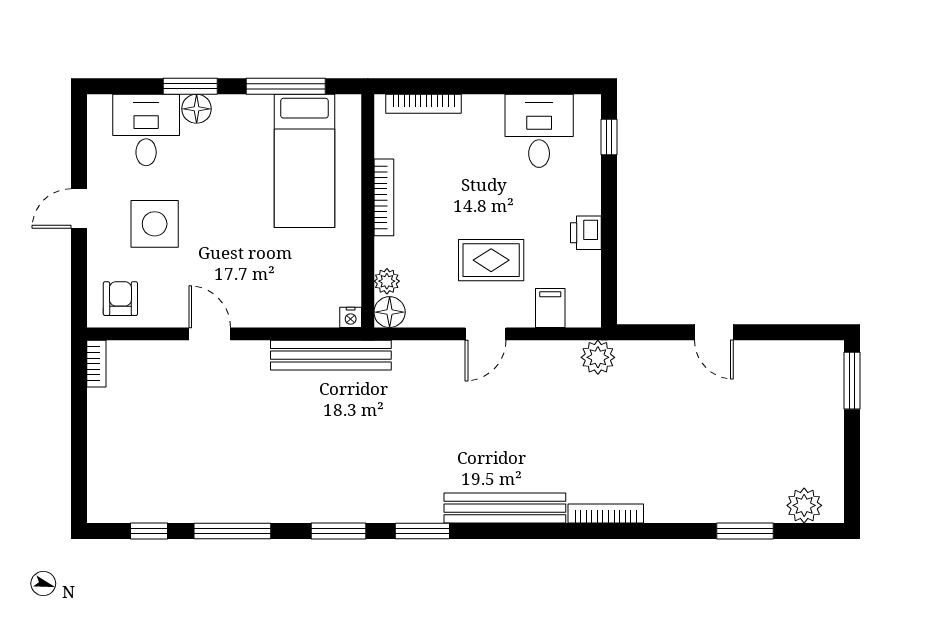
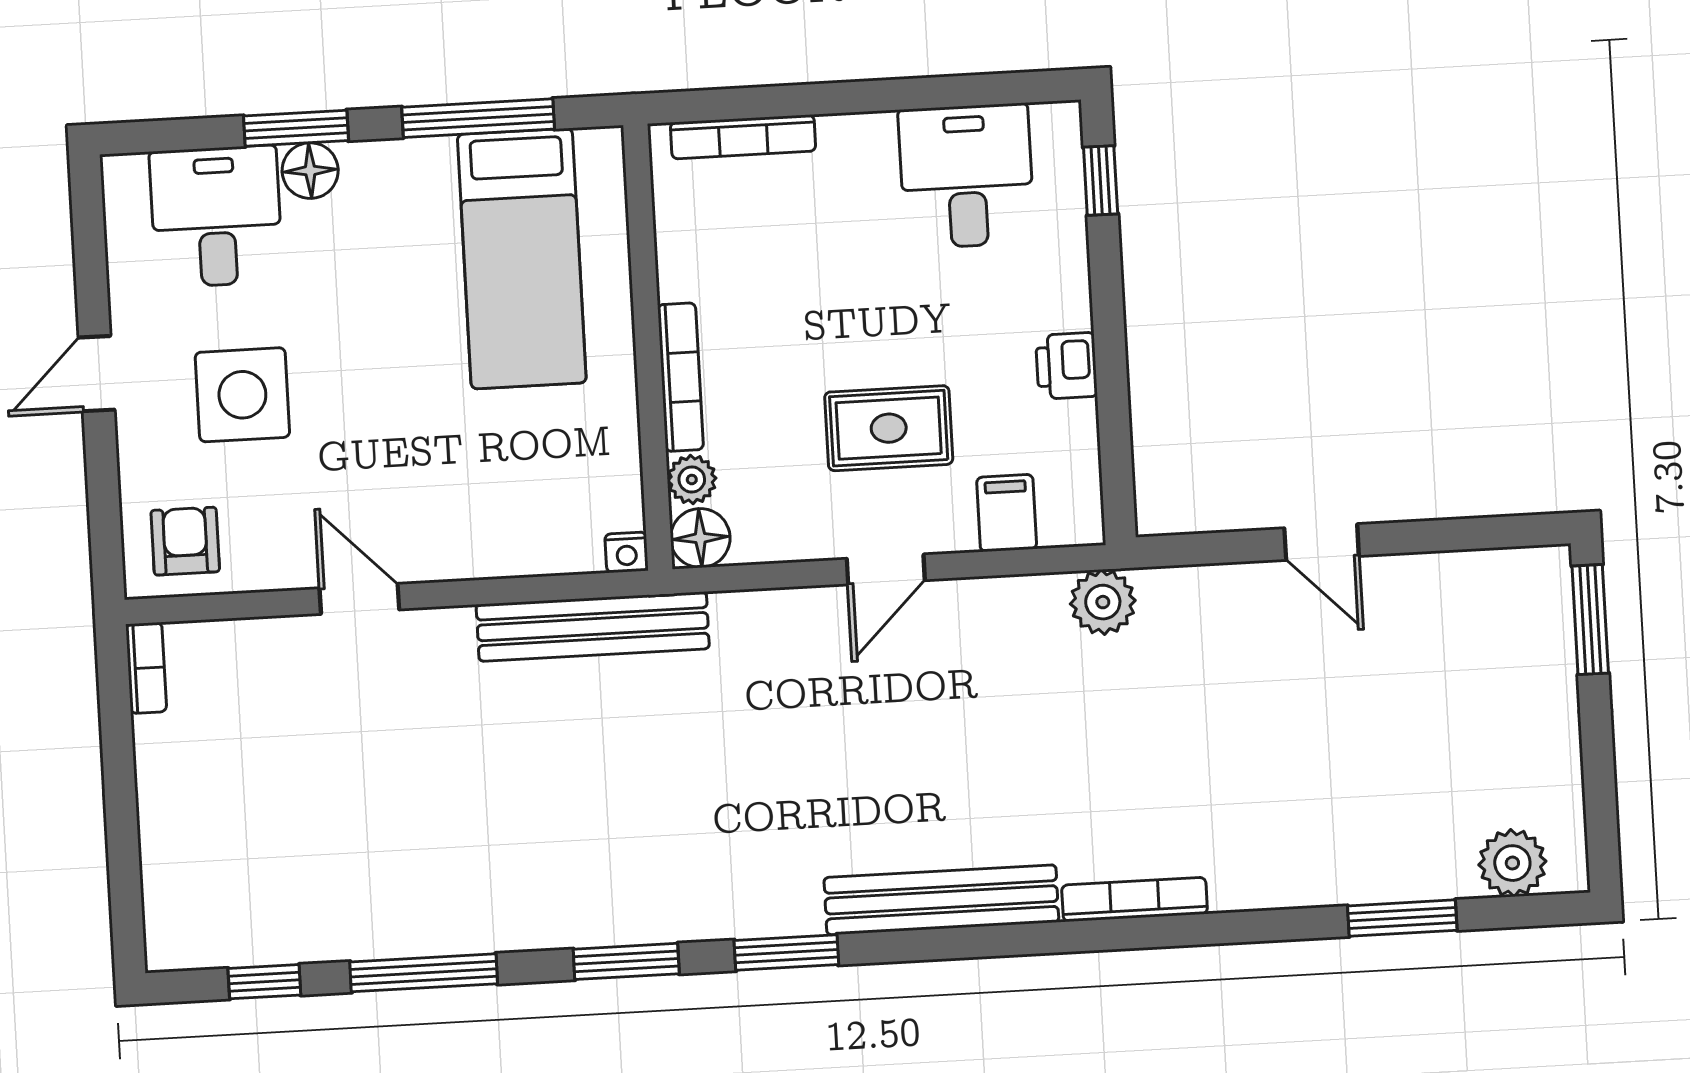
bookcase: (384, 197) -> (680, 377), moved

